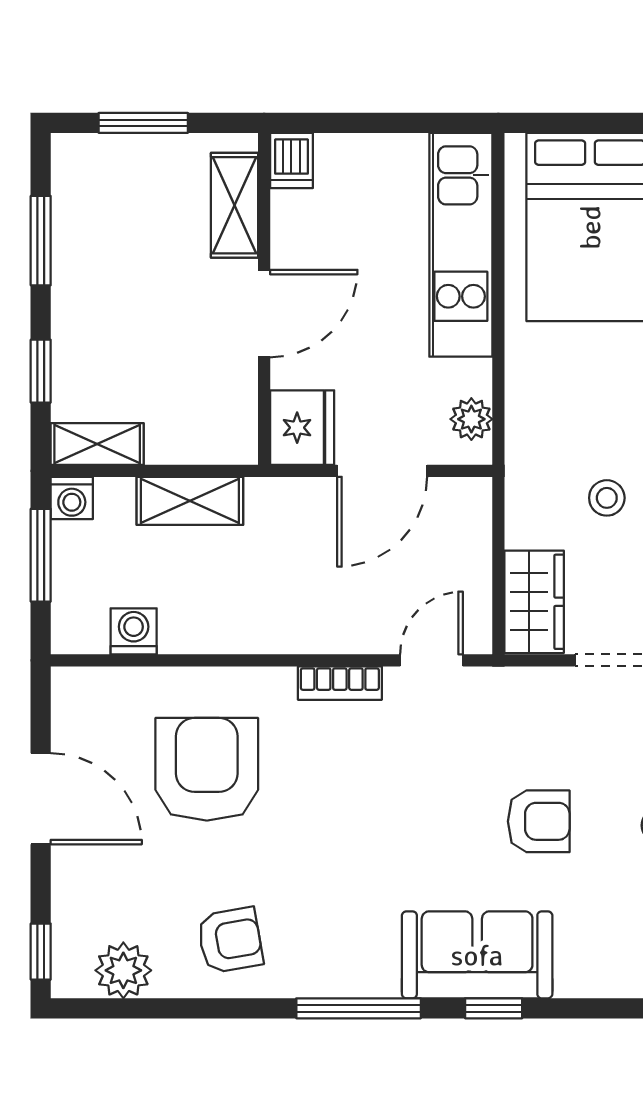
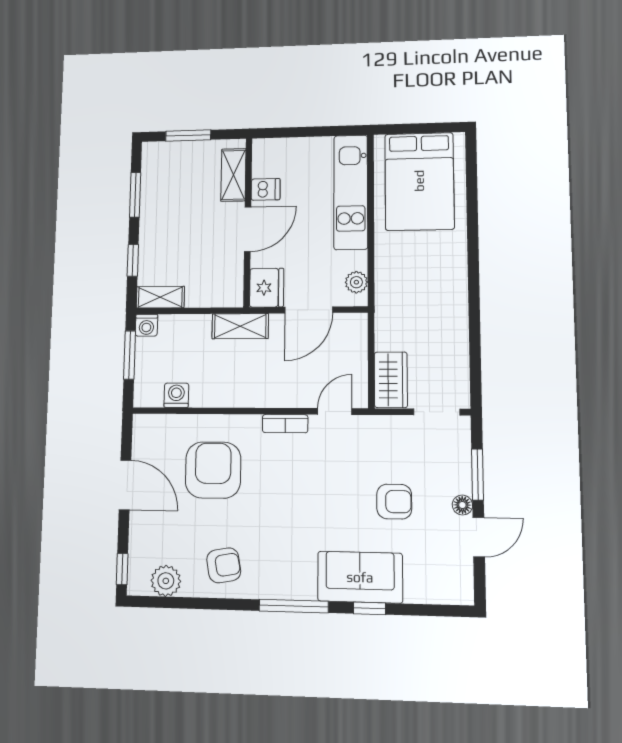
dishwasher: (291, 160) -> (266, 189), moved, turned -90
stool: (607, 498) -> (430, 323), removed
shelving: (190, 501) -> (240, 326), moved

